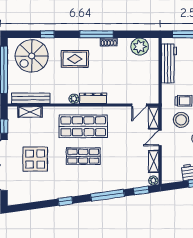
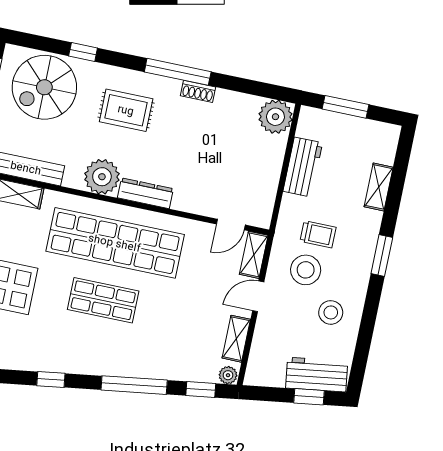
plant: (140, 47) -> (275, 117), moved
workbench: (169, 63) -> (303, 167), width x0.73
plant: (74, 99) -> (102, 177), width x1.88, depth x1.88
shop shelf: (83, 126) -> (115, 243), width x1.40

